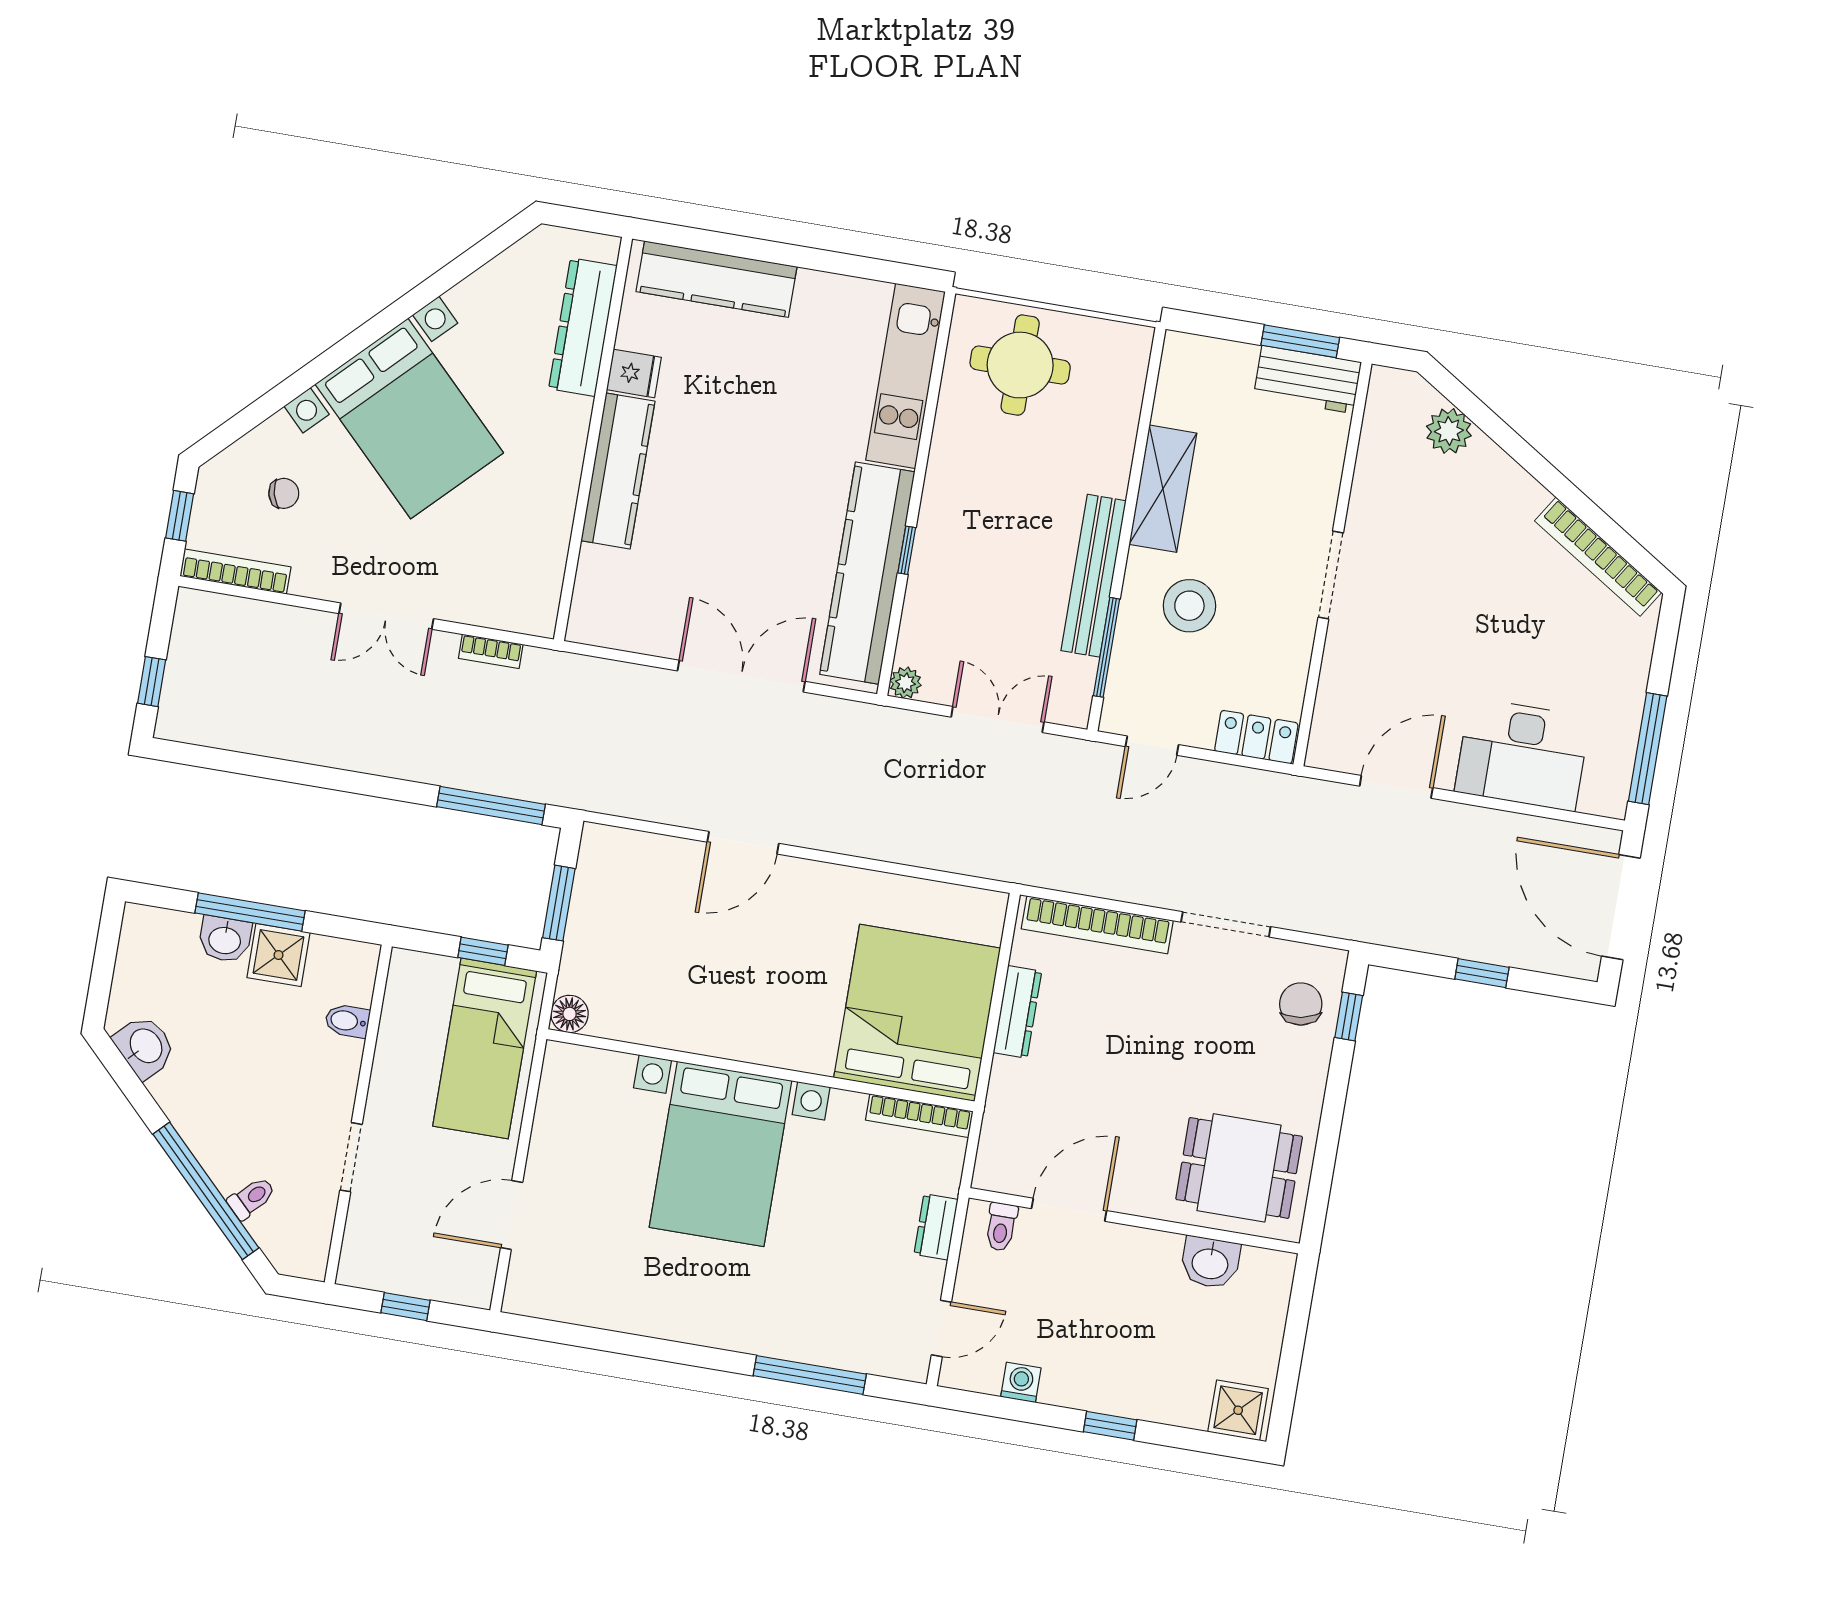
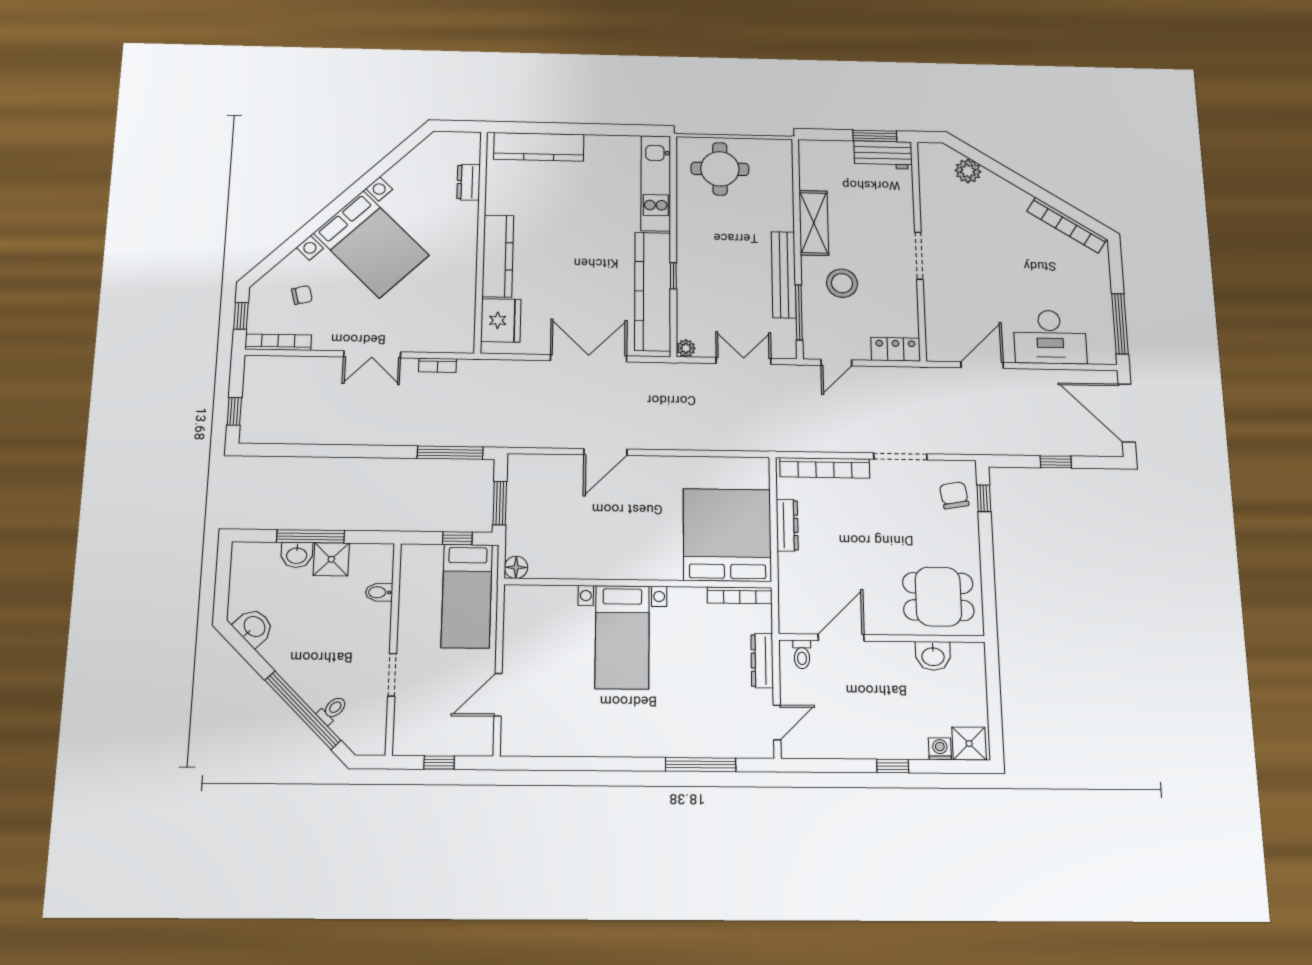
dresser: (583, 327) -> (468, 182), width x0.51, depth x0.80
fridge: (634, 373) -> (501, 320), moved, width x1.88, depth x1.34
bed with nightstands: (721, 1154) -> (622, 637), width x0.73
dresser: (936, 1227) -> (762, 661), width x1.44
washing machine: (1021, 1382) -> (940, 749), moved

